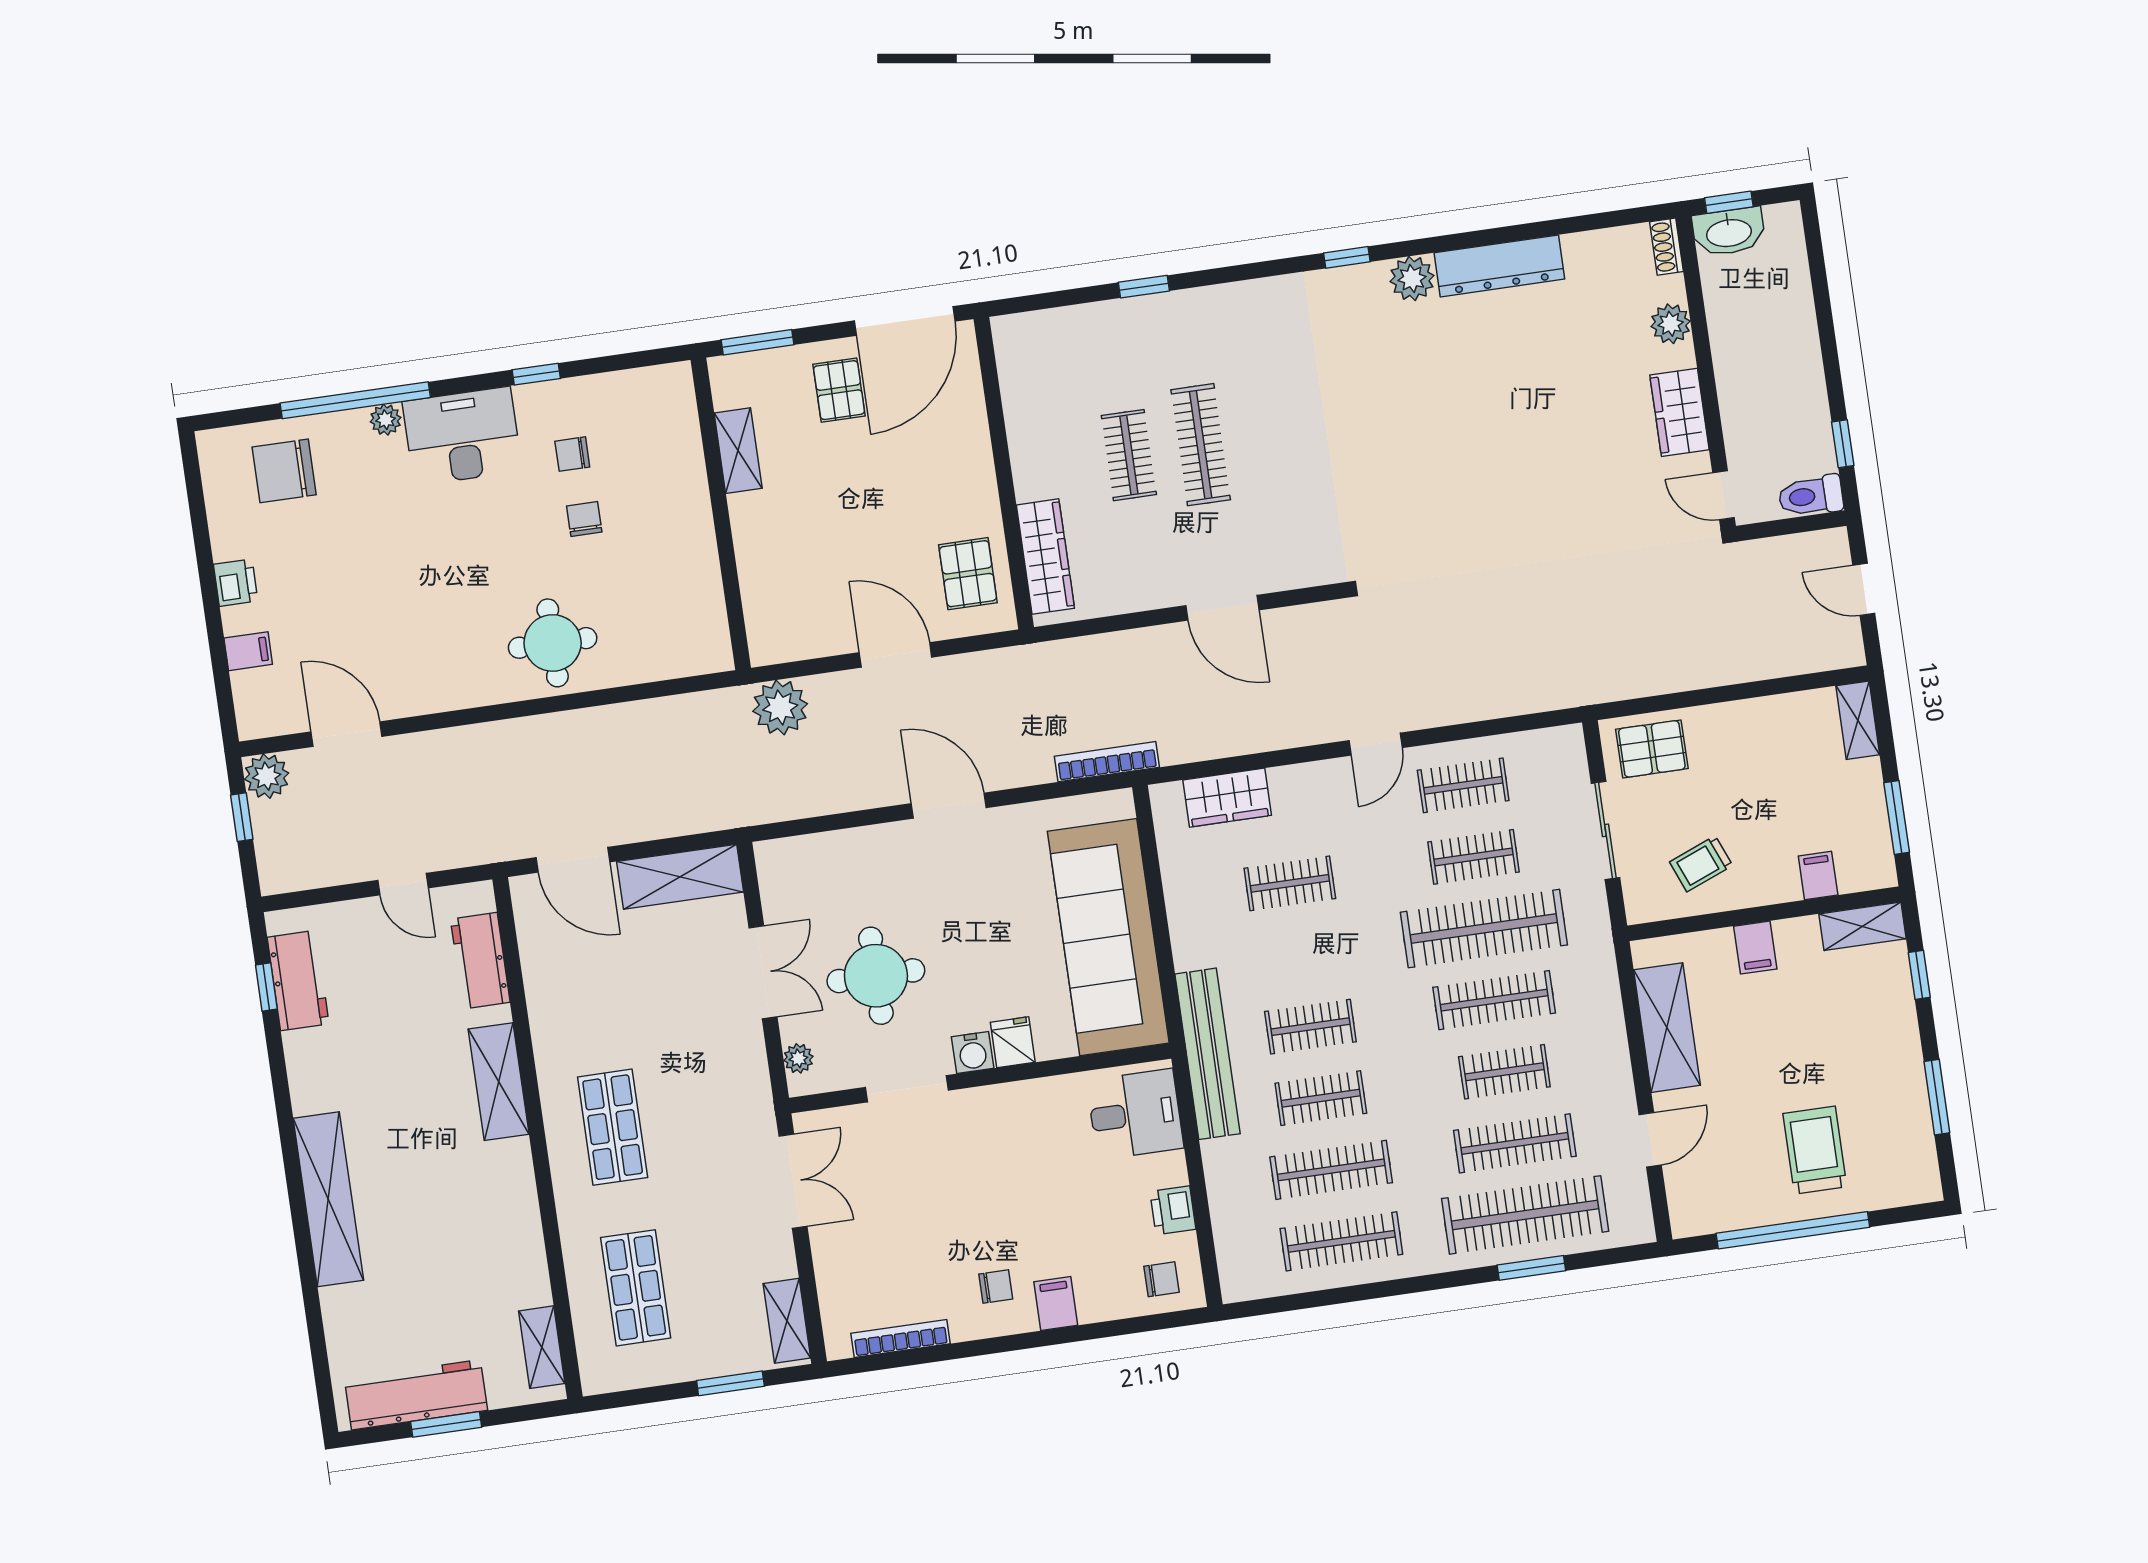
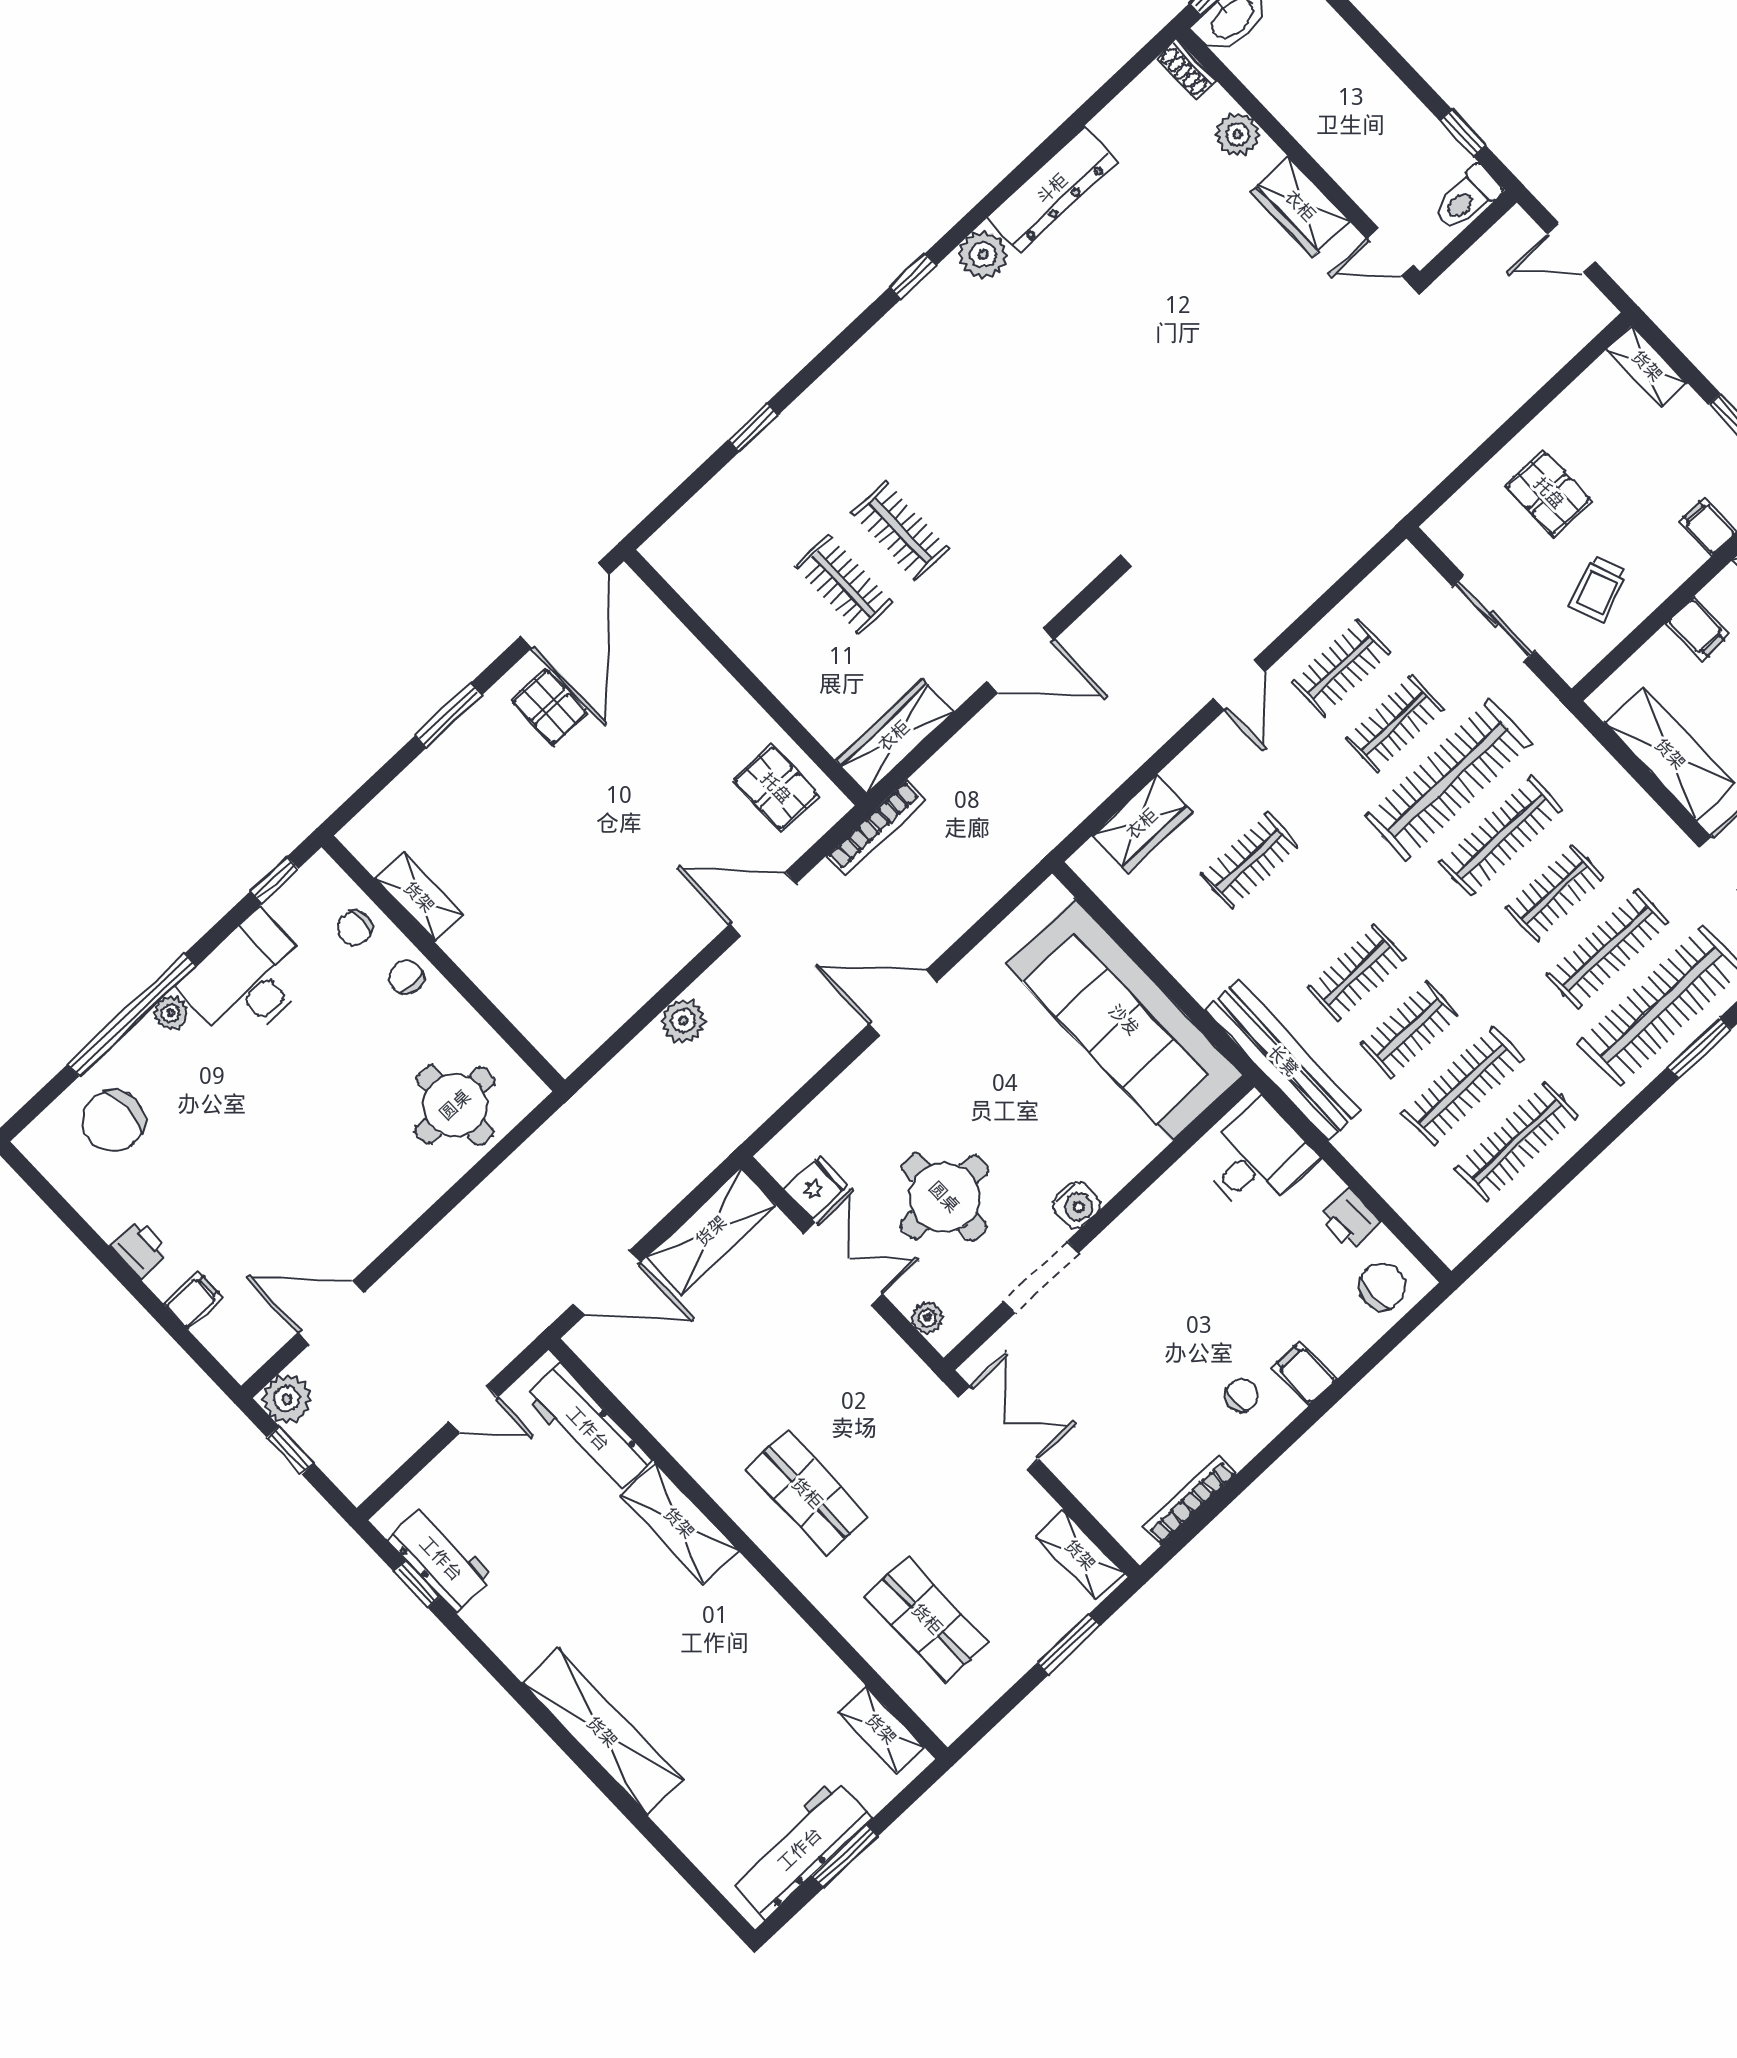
clothes rail: (1201, 445) -> (901, 531), width x0.73
shelving: (738, 451) -> (419, 897), moved
wall: (721, 514) -> (443, 963), moved
wardrobe: (1045, 557) -> (894, 736), moved, turned -90
plant: (780, 707) -> (683, 1021), width x0.73, depth x0.73
pallet: (1652, 749) -> (1549, 493), moved, turned 90
bookcase: (1107, 762) -> (876, 828), moved, turned 180
workbench: (480, 961) -> (588, 1429), width x1.38
fridge: (1013, 1042) -> (816, 1187), moved, turned 90
chair: (1161, 1279) -> (1382, 1287), width x1.37, depth x1.37

